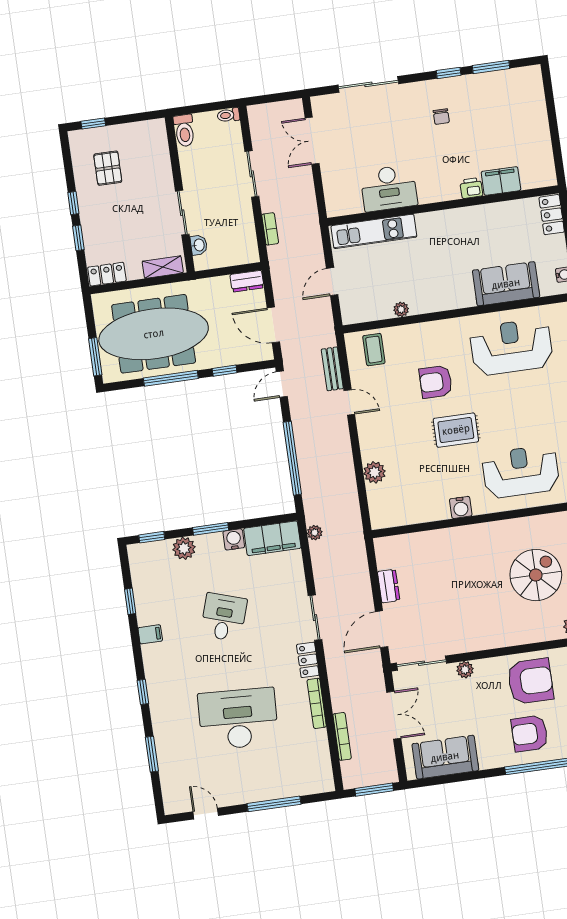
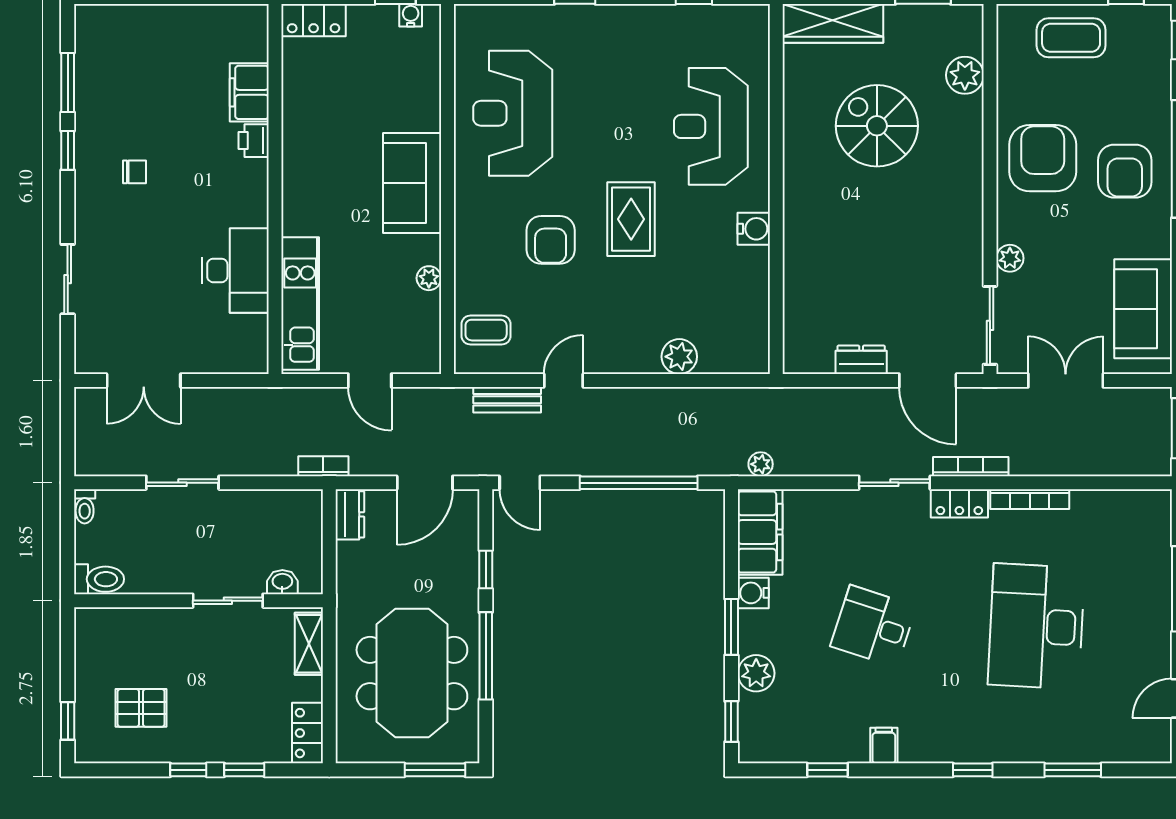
sliding door: (368, 84) -> (68, 279), width x0.73
bookcase: (270, 229) -> (323, 466), moved
sofa: (506, 284) -> (412, 183), moved
meeting table: (154, 334) -> (412, 673), width x0.73
bookcase: (342, 736) -> (971, 467), moved

